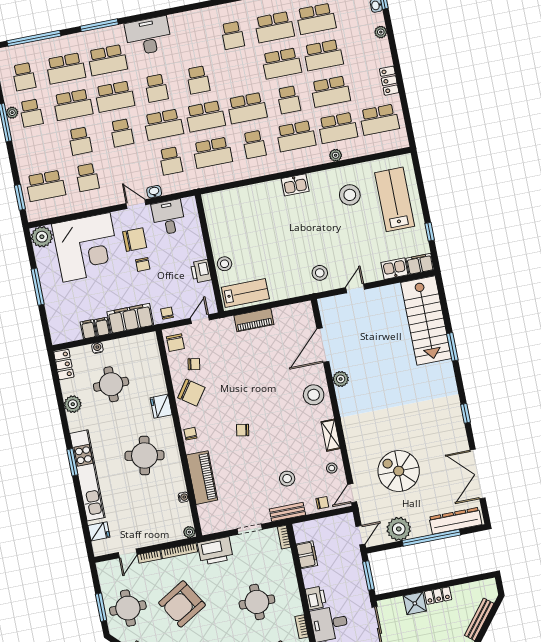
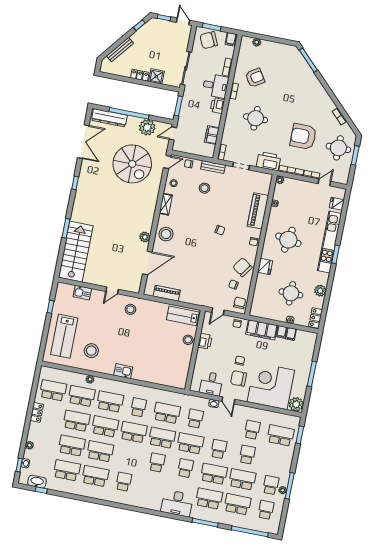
school desk: (289, 100) -> (105, 426), width x1.85
filing cabinet: (420, 264) -> (65, 289), removed
piano: (254, 320) -> (167, 293), moved
spiral stairs: (399, 471) -> (132, 164), width x1.37, depth x1.37
armchair: (182, 604) -> (303, 136), turned -149

